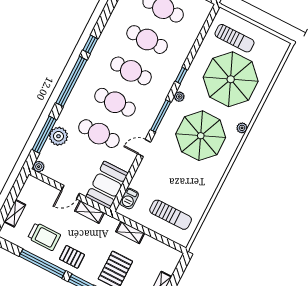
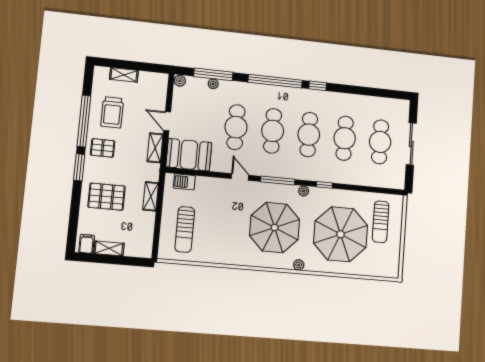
plant: (58, 136) -> (213, 84), width x0.53, depth x0.53
pallet: (72, 257) -> (103, 148), turned 90

